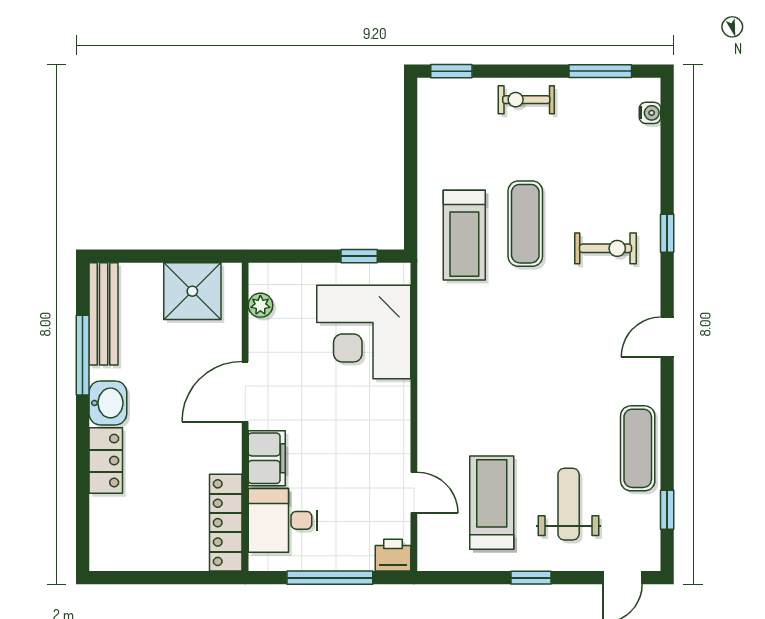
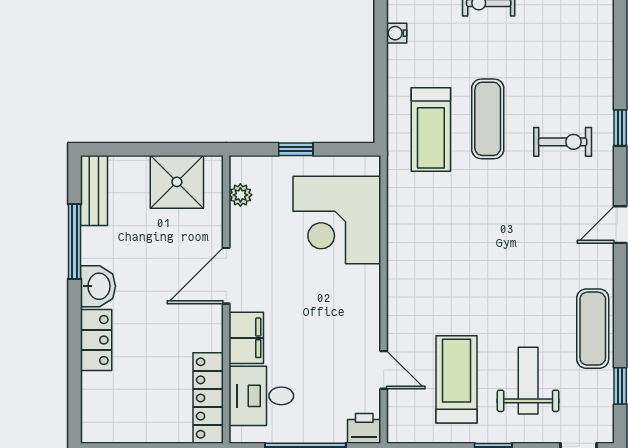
water cooler: (650, 113) -> (397, 33), moved, turned 180
window: (359, 256) -> (296, 149), moved
bench: (104, 314) -> (94, 190), width x0.73

